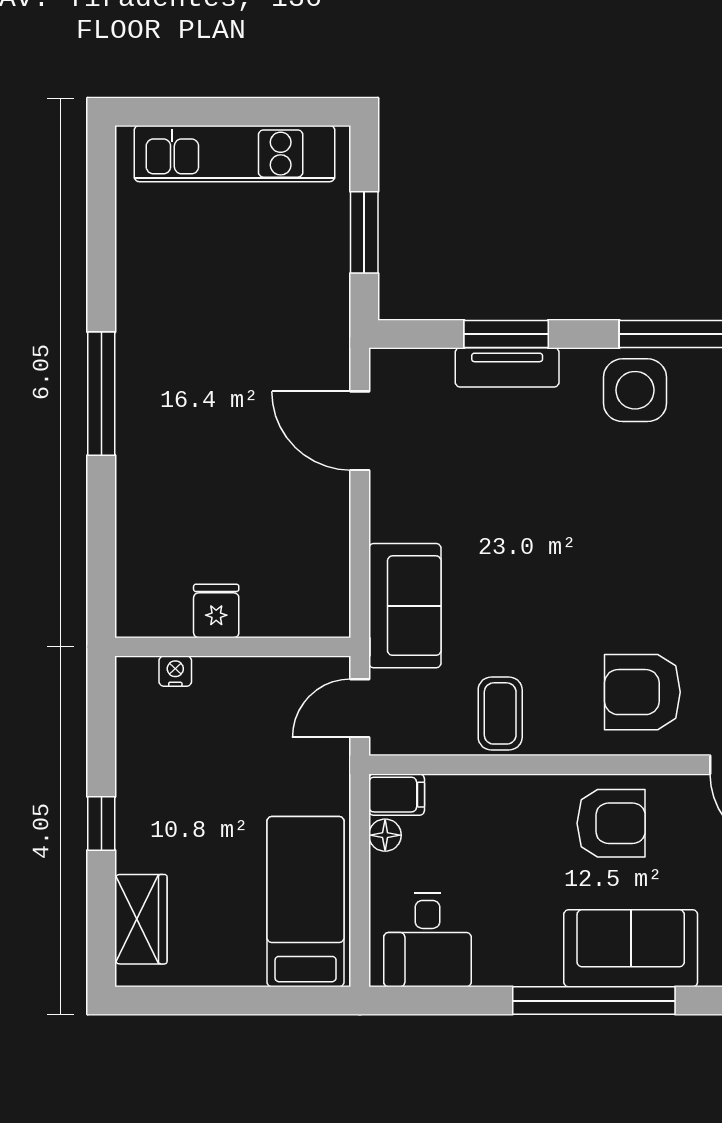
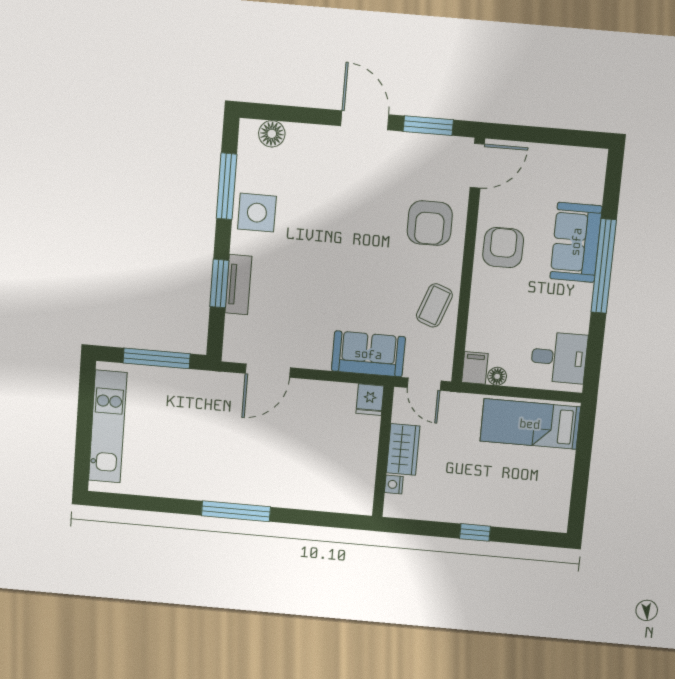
window: (364, 232) -> (157, 358), width x1.44
fridge: (216, 611) -> (370, 400), moved, turned -90
coffee table: (500, 713) -> (434, 305), turned -70
wardrobe: (141, 919) -> (403, 449), moved, turned 90

